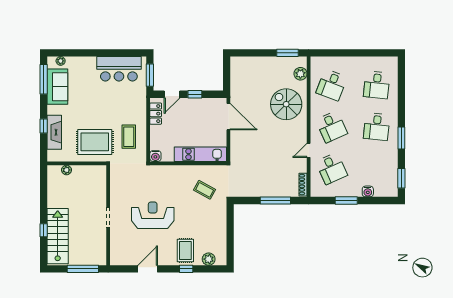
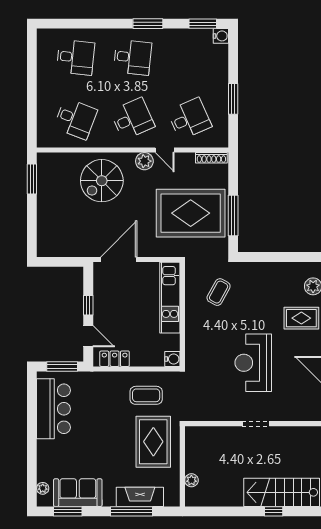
plant: (300, 74) -> (144, 161), moved
window: (44, 79) -> (68, 511), width x0.69
window: (44, 126) -> (132, 511), width x2.17
rug: (262, 169) -> (191, 213), added
water cooler: (368, 191) -> (221, 36), moved
window: (275, 200) -> (233, 216), moved

